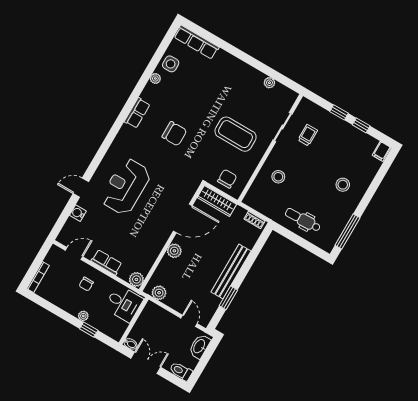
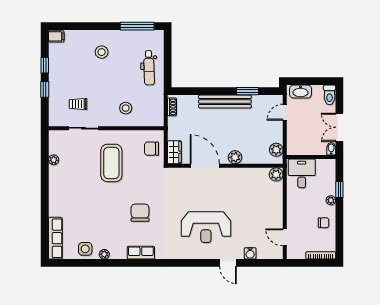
wardrobe: (217, 201) -> (174, 152), width x0.67
row of seats: (107, 262) -> (276, 207), removed
chair: (86, 284) -> (324, 223), moved

